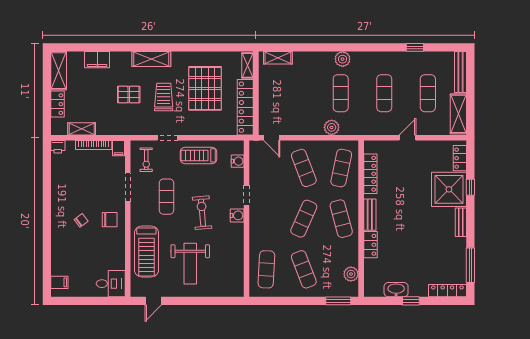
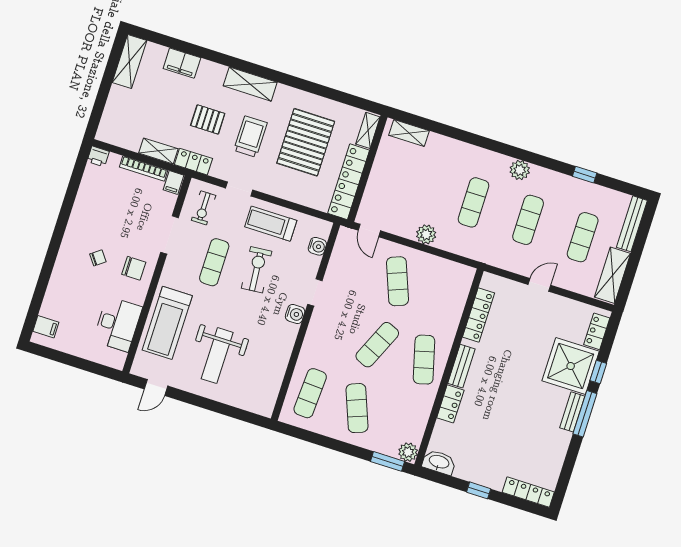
plant: (343, 59) -> (520, 170), moved
locker: (58, 104) -> (193, 162), moved, turned -90
plant: (332, 127) -> (426, 234), moved
shelving: (82, 129) -> (158, 151), moved
exercise mat: (341, 168) -> (444, 296), removed
exercise bike: (202, 213) -> (257, 270), moved
window: (470, 265) -> (585, 414), moved
plant: (351, 274) -> (408, 452), moved
desk: (111, 284) -> (118, 324), moved, width x1.37
washbasin: (396, 290) -> (439, 462), moved

